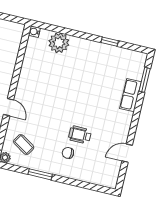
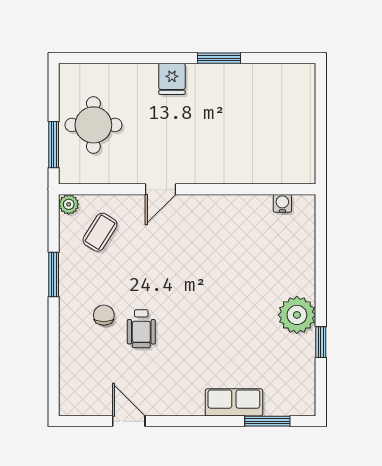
water cooler: (34, 32) -> (282, 203), moved
plant: (59, 43) -> (297, 315), moved
wheelchair: (80, 135) -> (141, 329), turned 180

